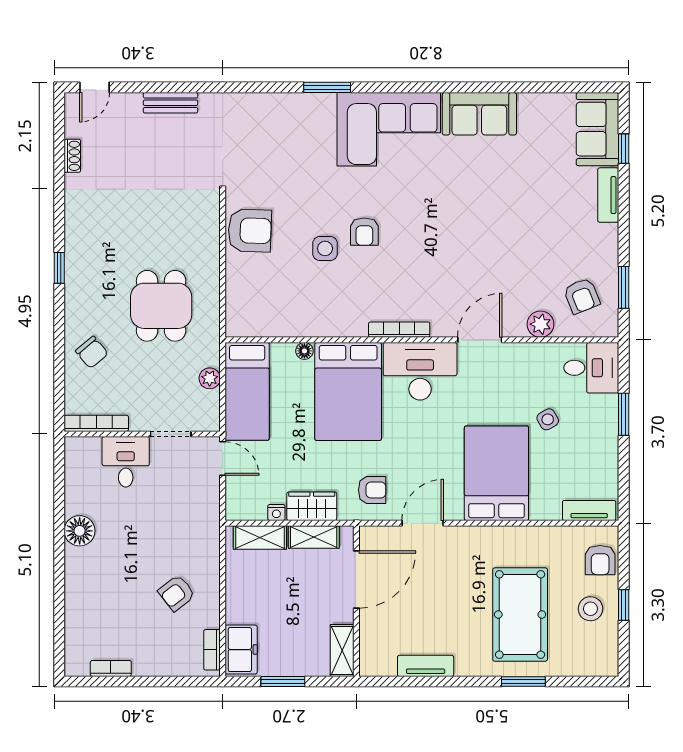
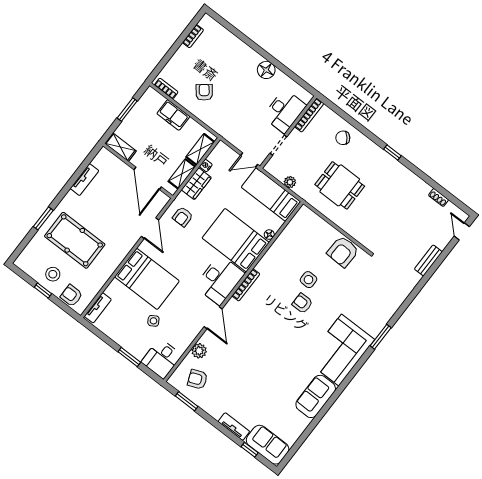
desk: (126, 462) -> (284, 111), width x1.37
freezer: (241, 650) -> (173, 115), moved

